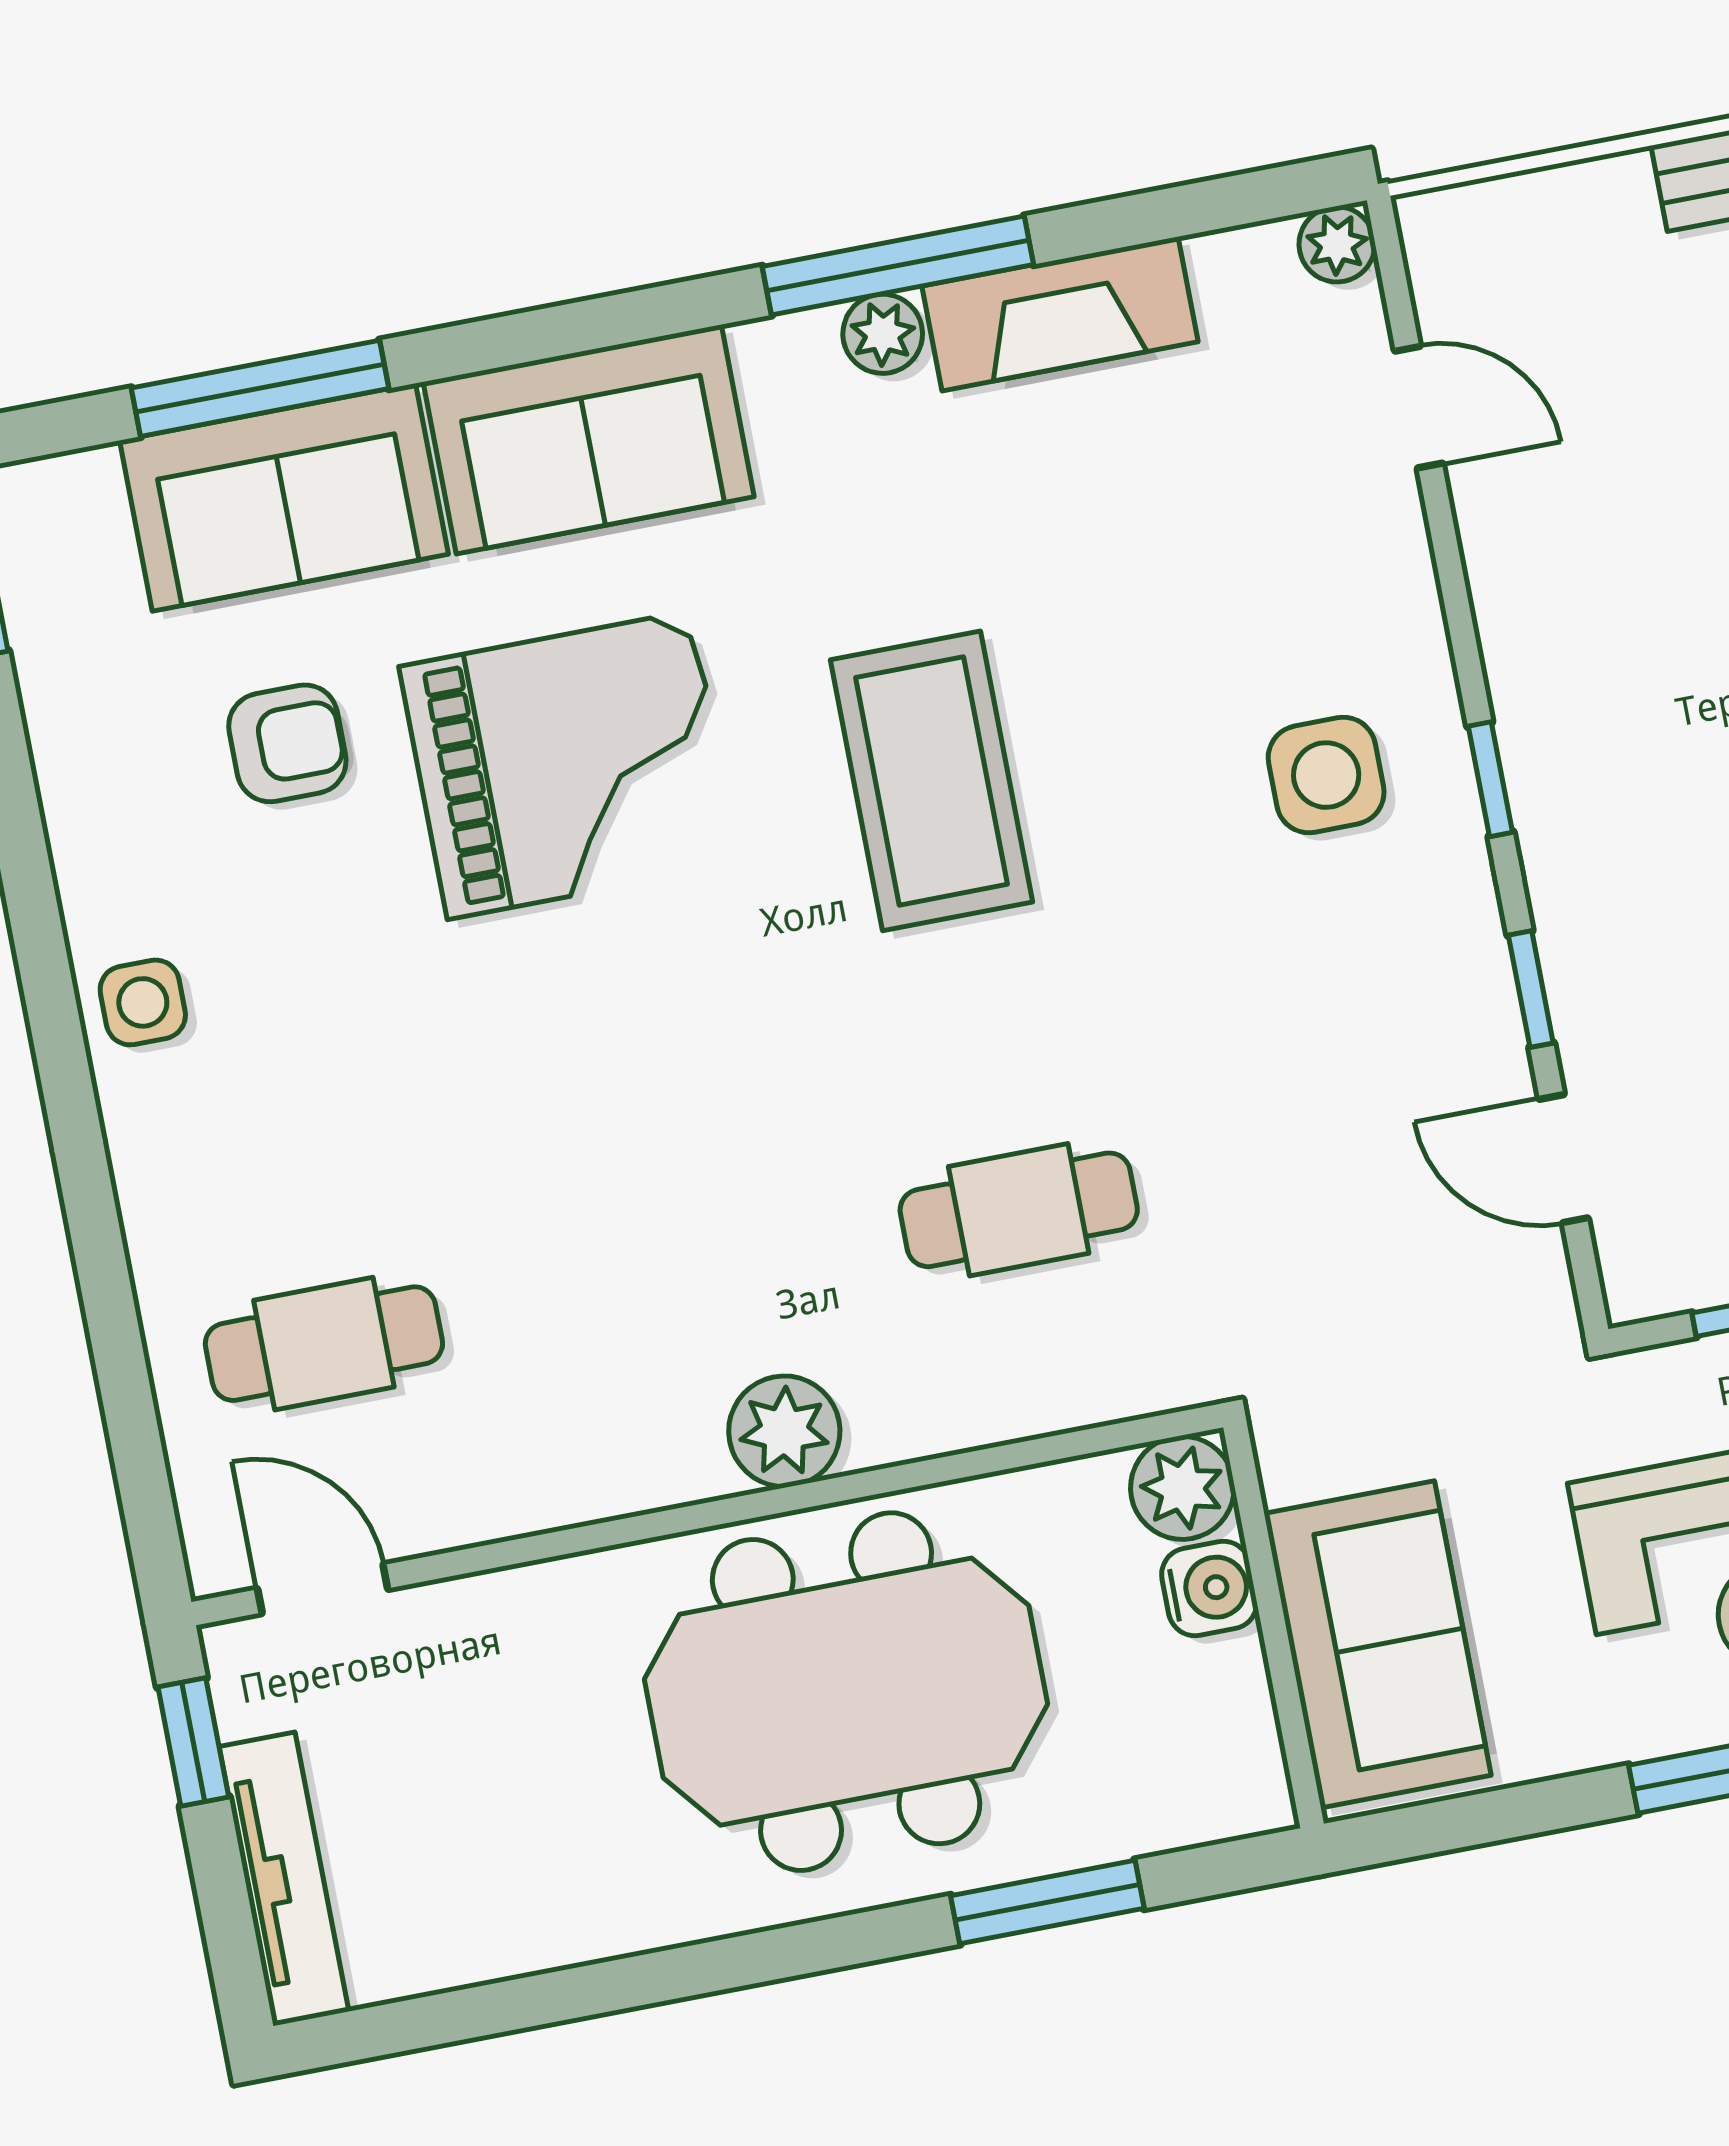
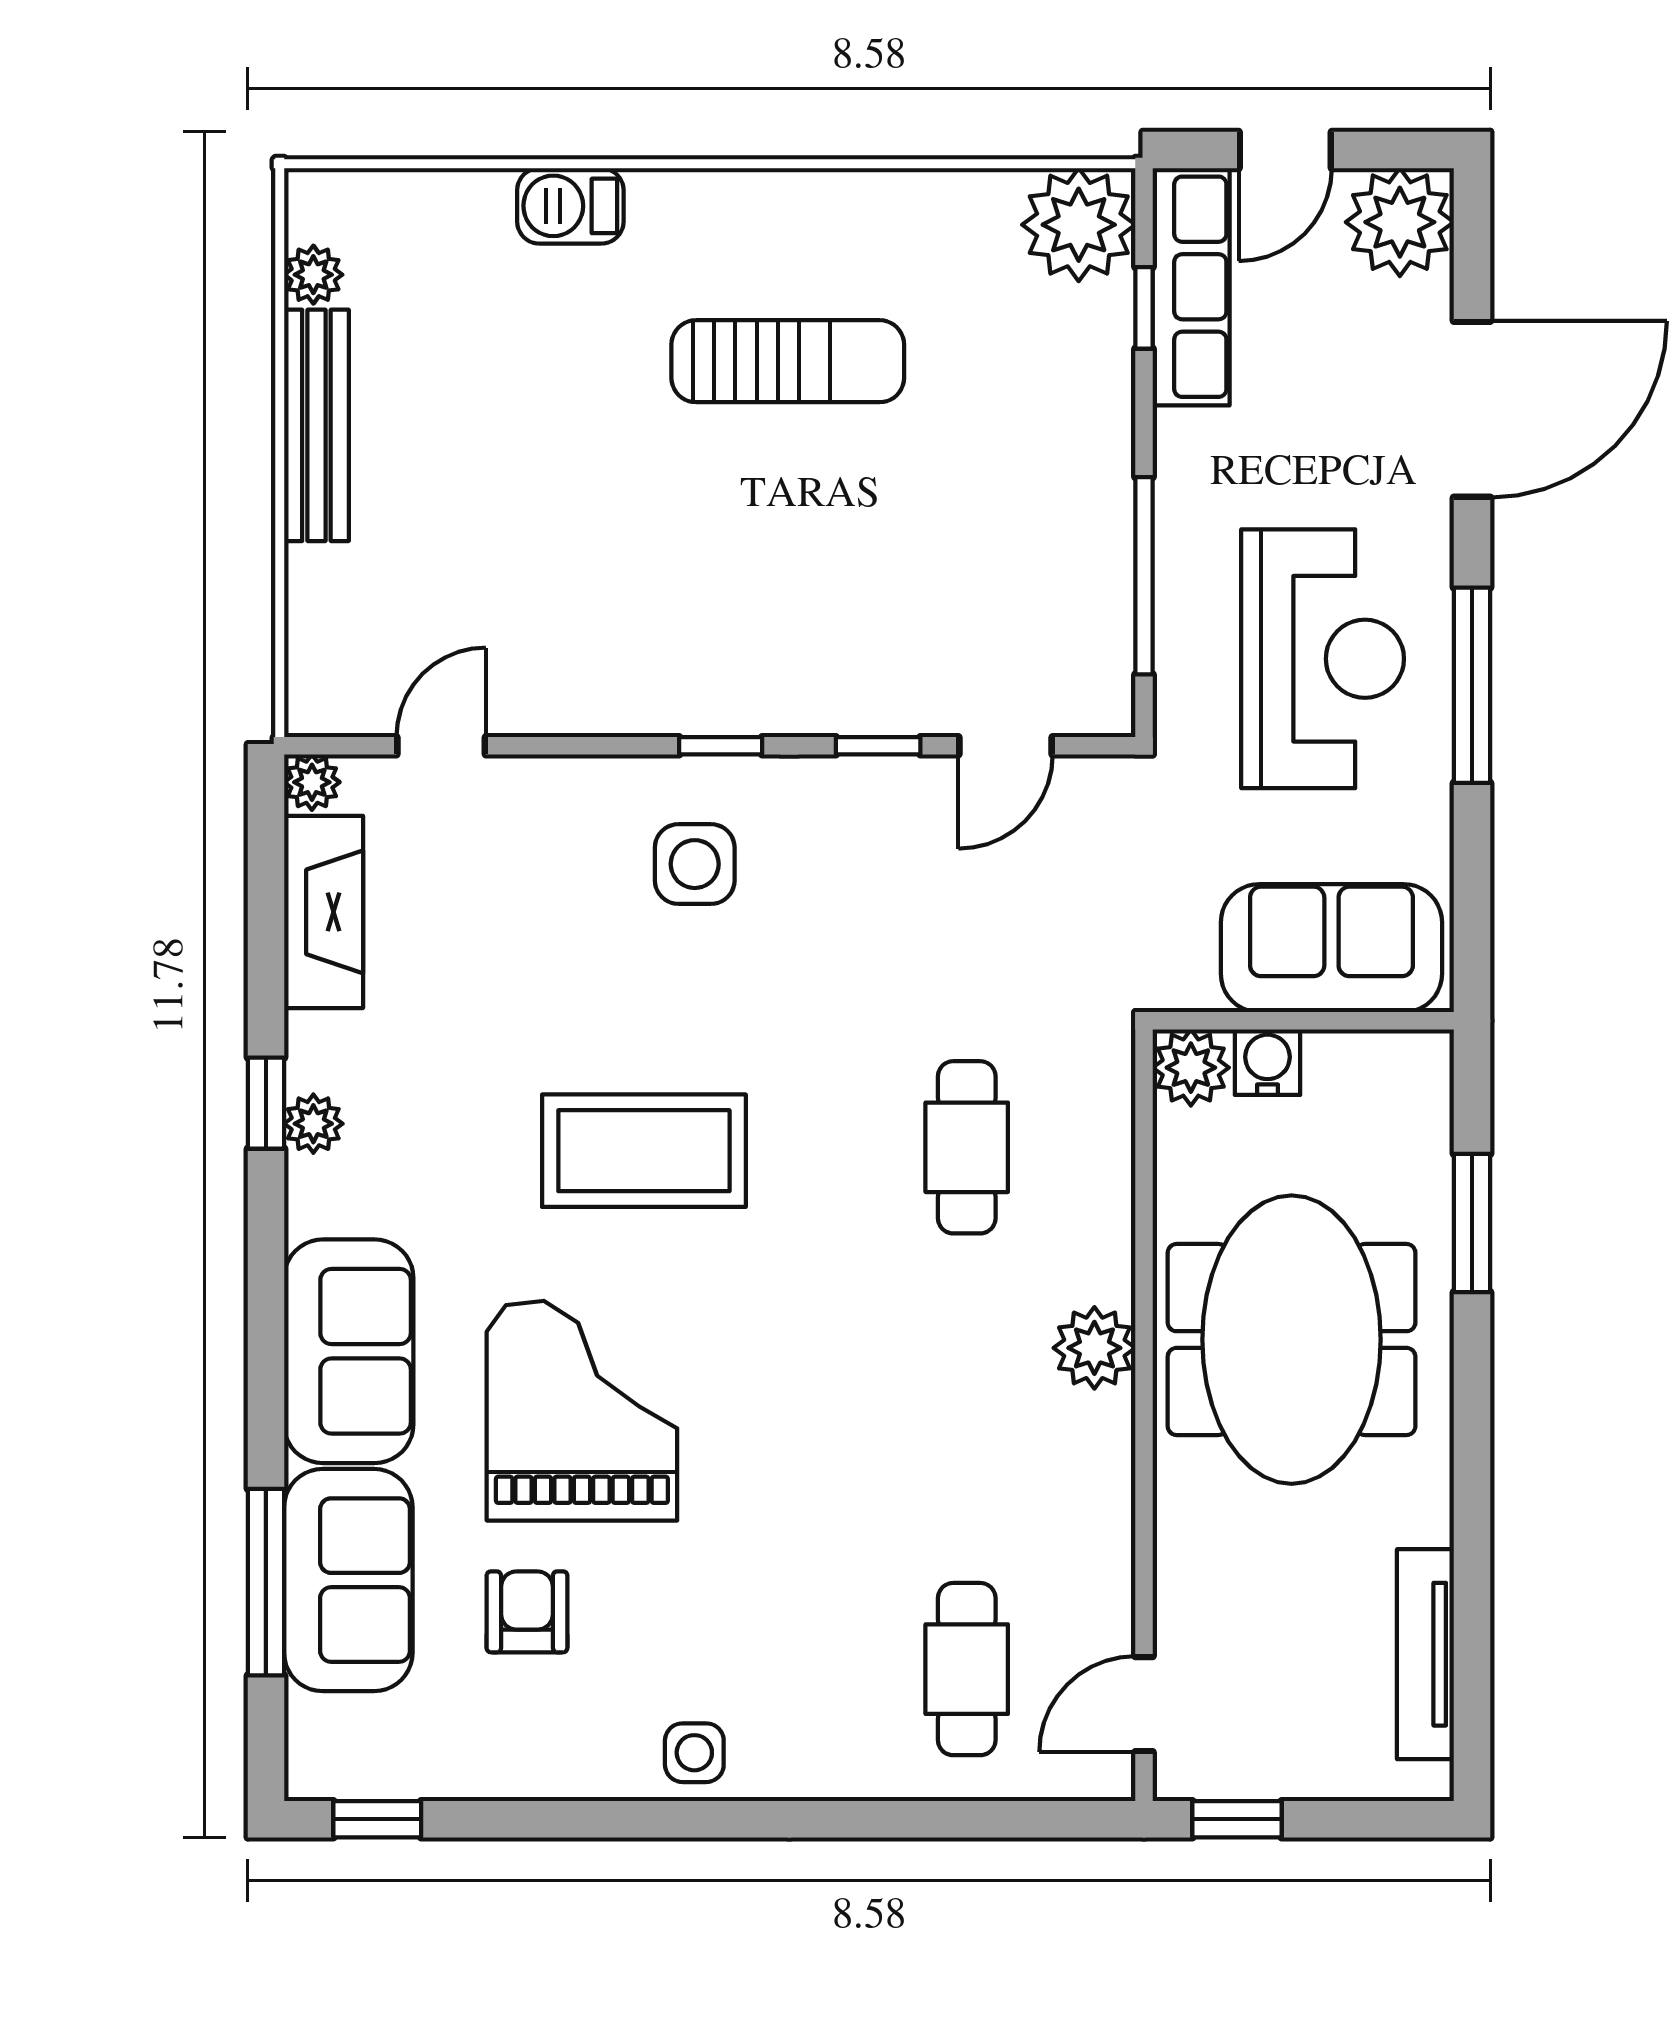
window: (898, 265) -> (266, 1103), width x0.46
fireplace: (1060, 314) -> (324, 912), moved
tv unit: (284, 1879) -> (1425, 1654), moved, turned -90

